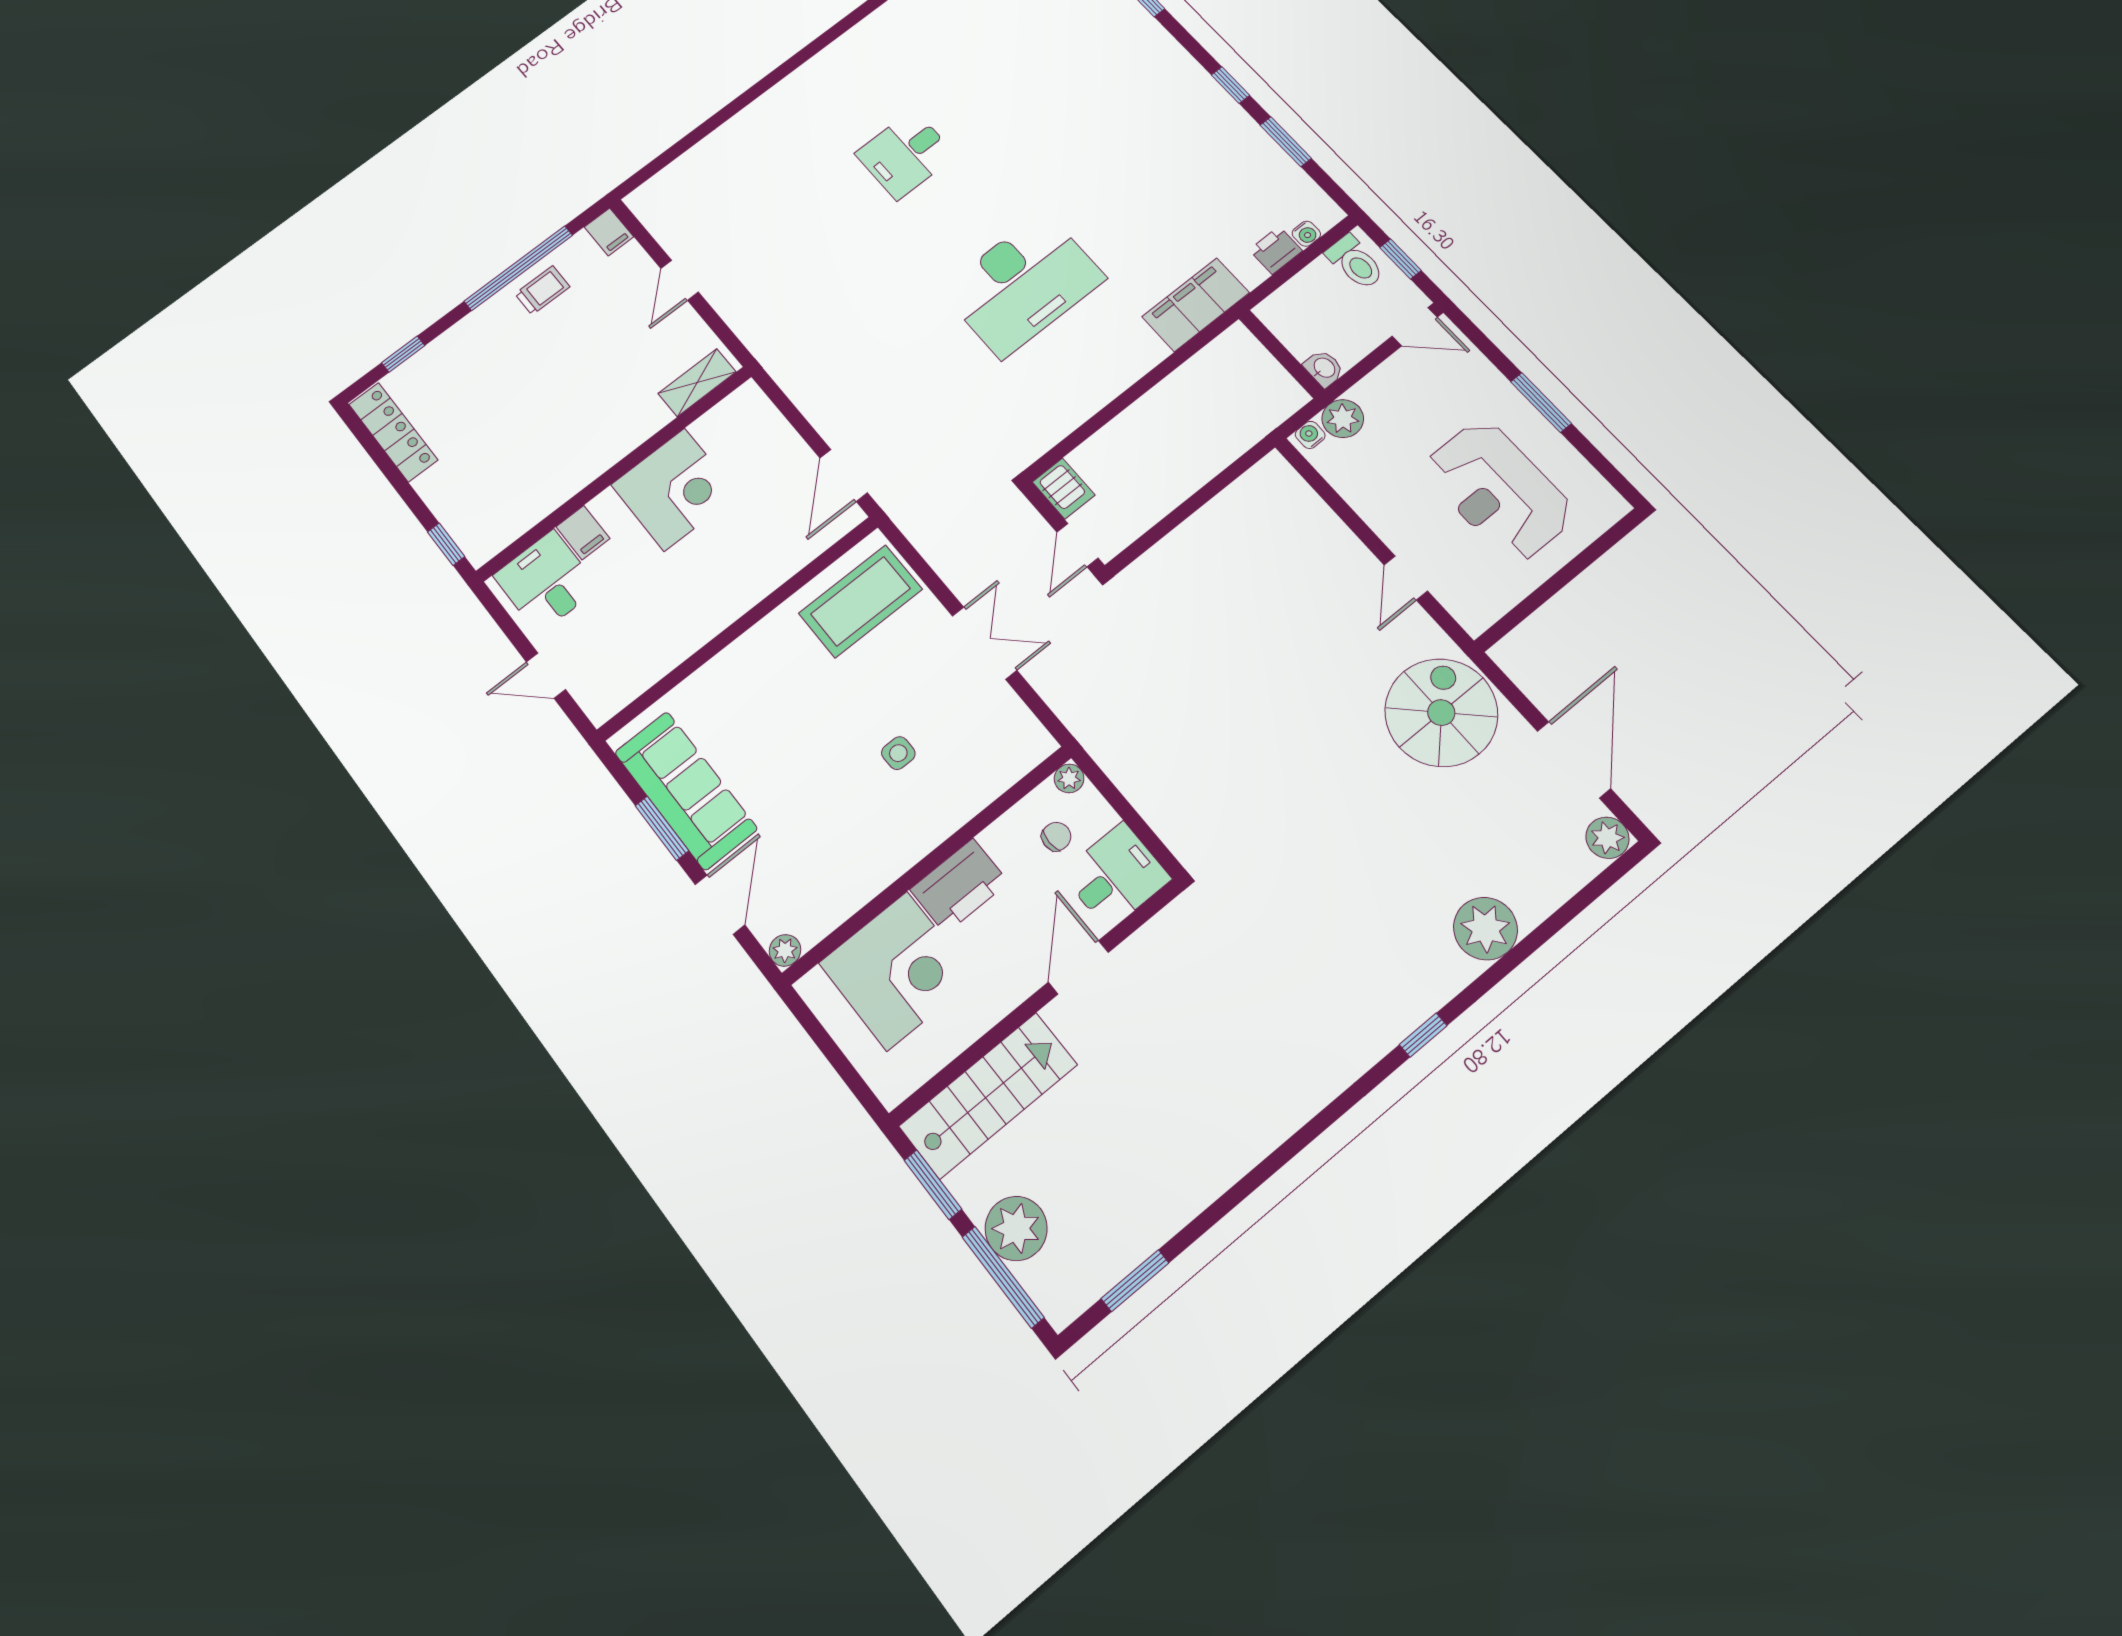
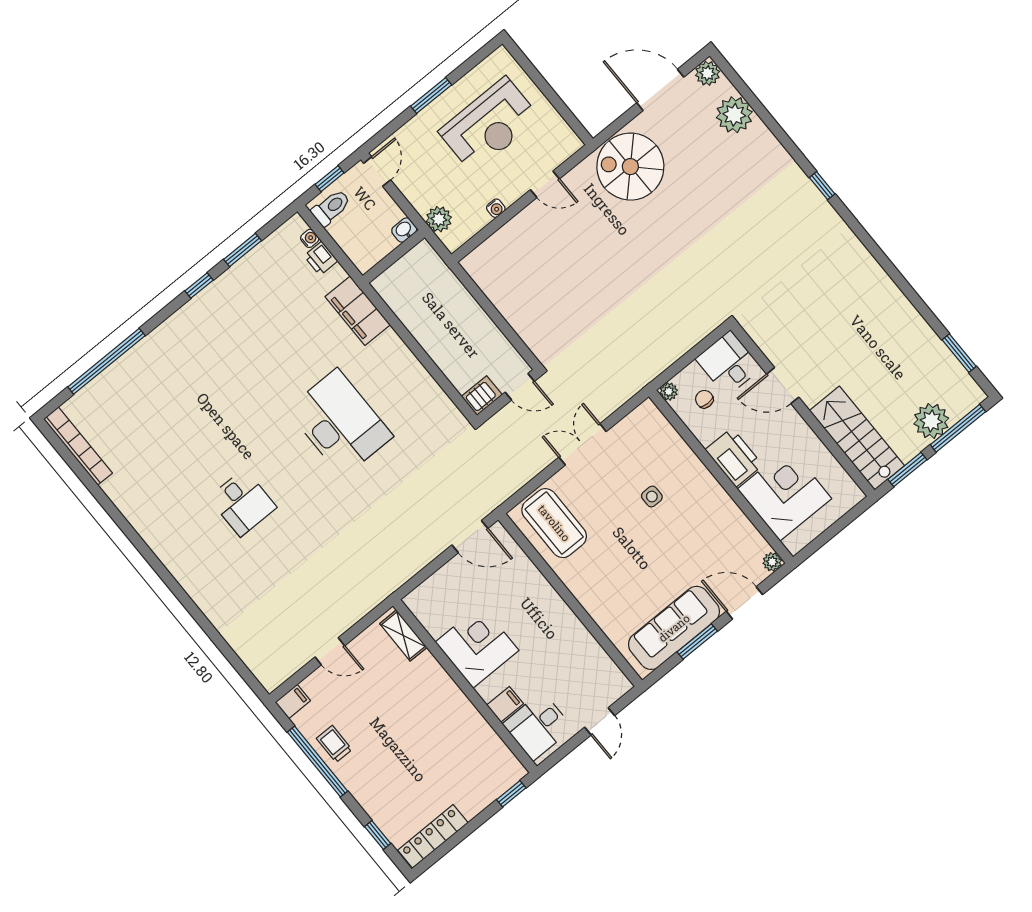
water cooler: (1310, 435) -> (496, 208), moved, turned -90
plant: (1485, 929) -> (734, 115), moved

